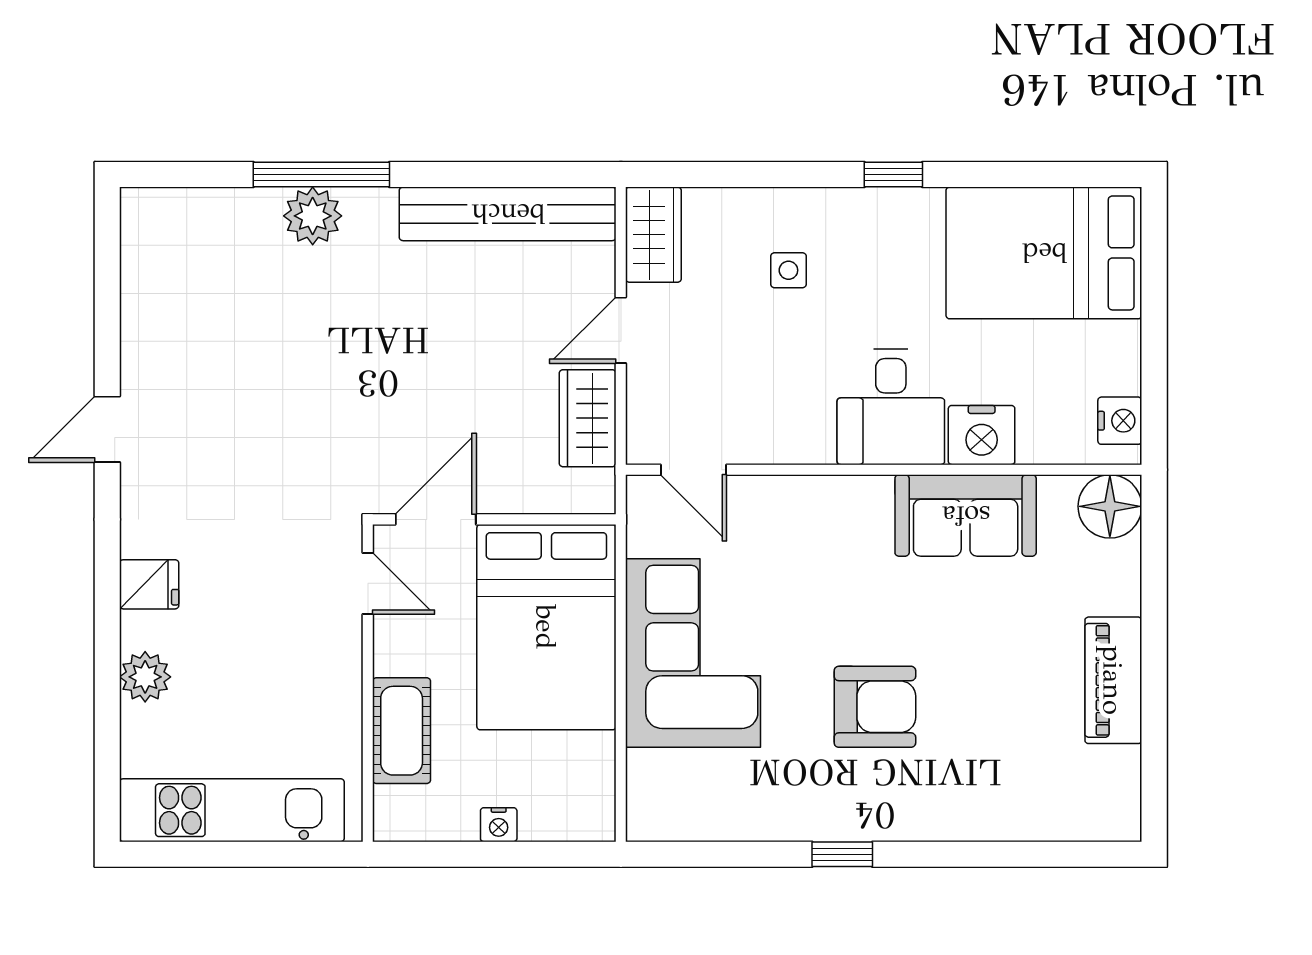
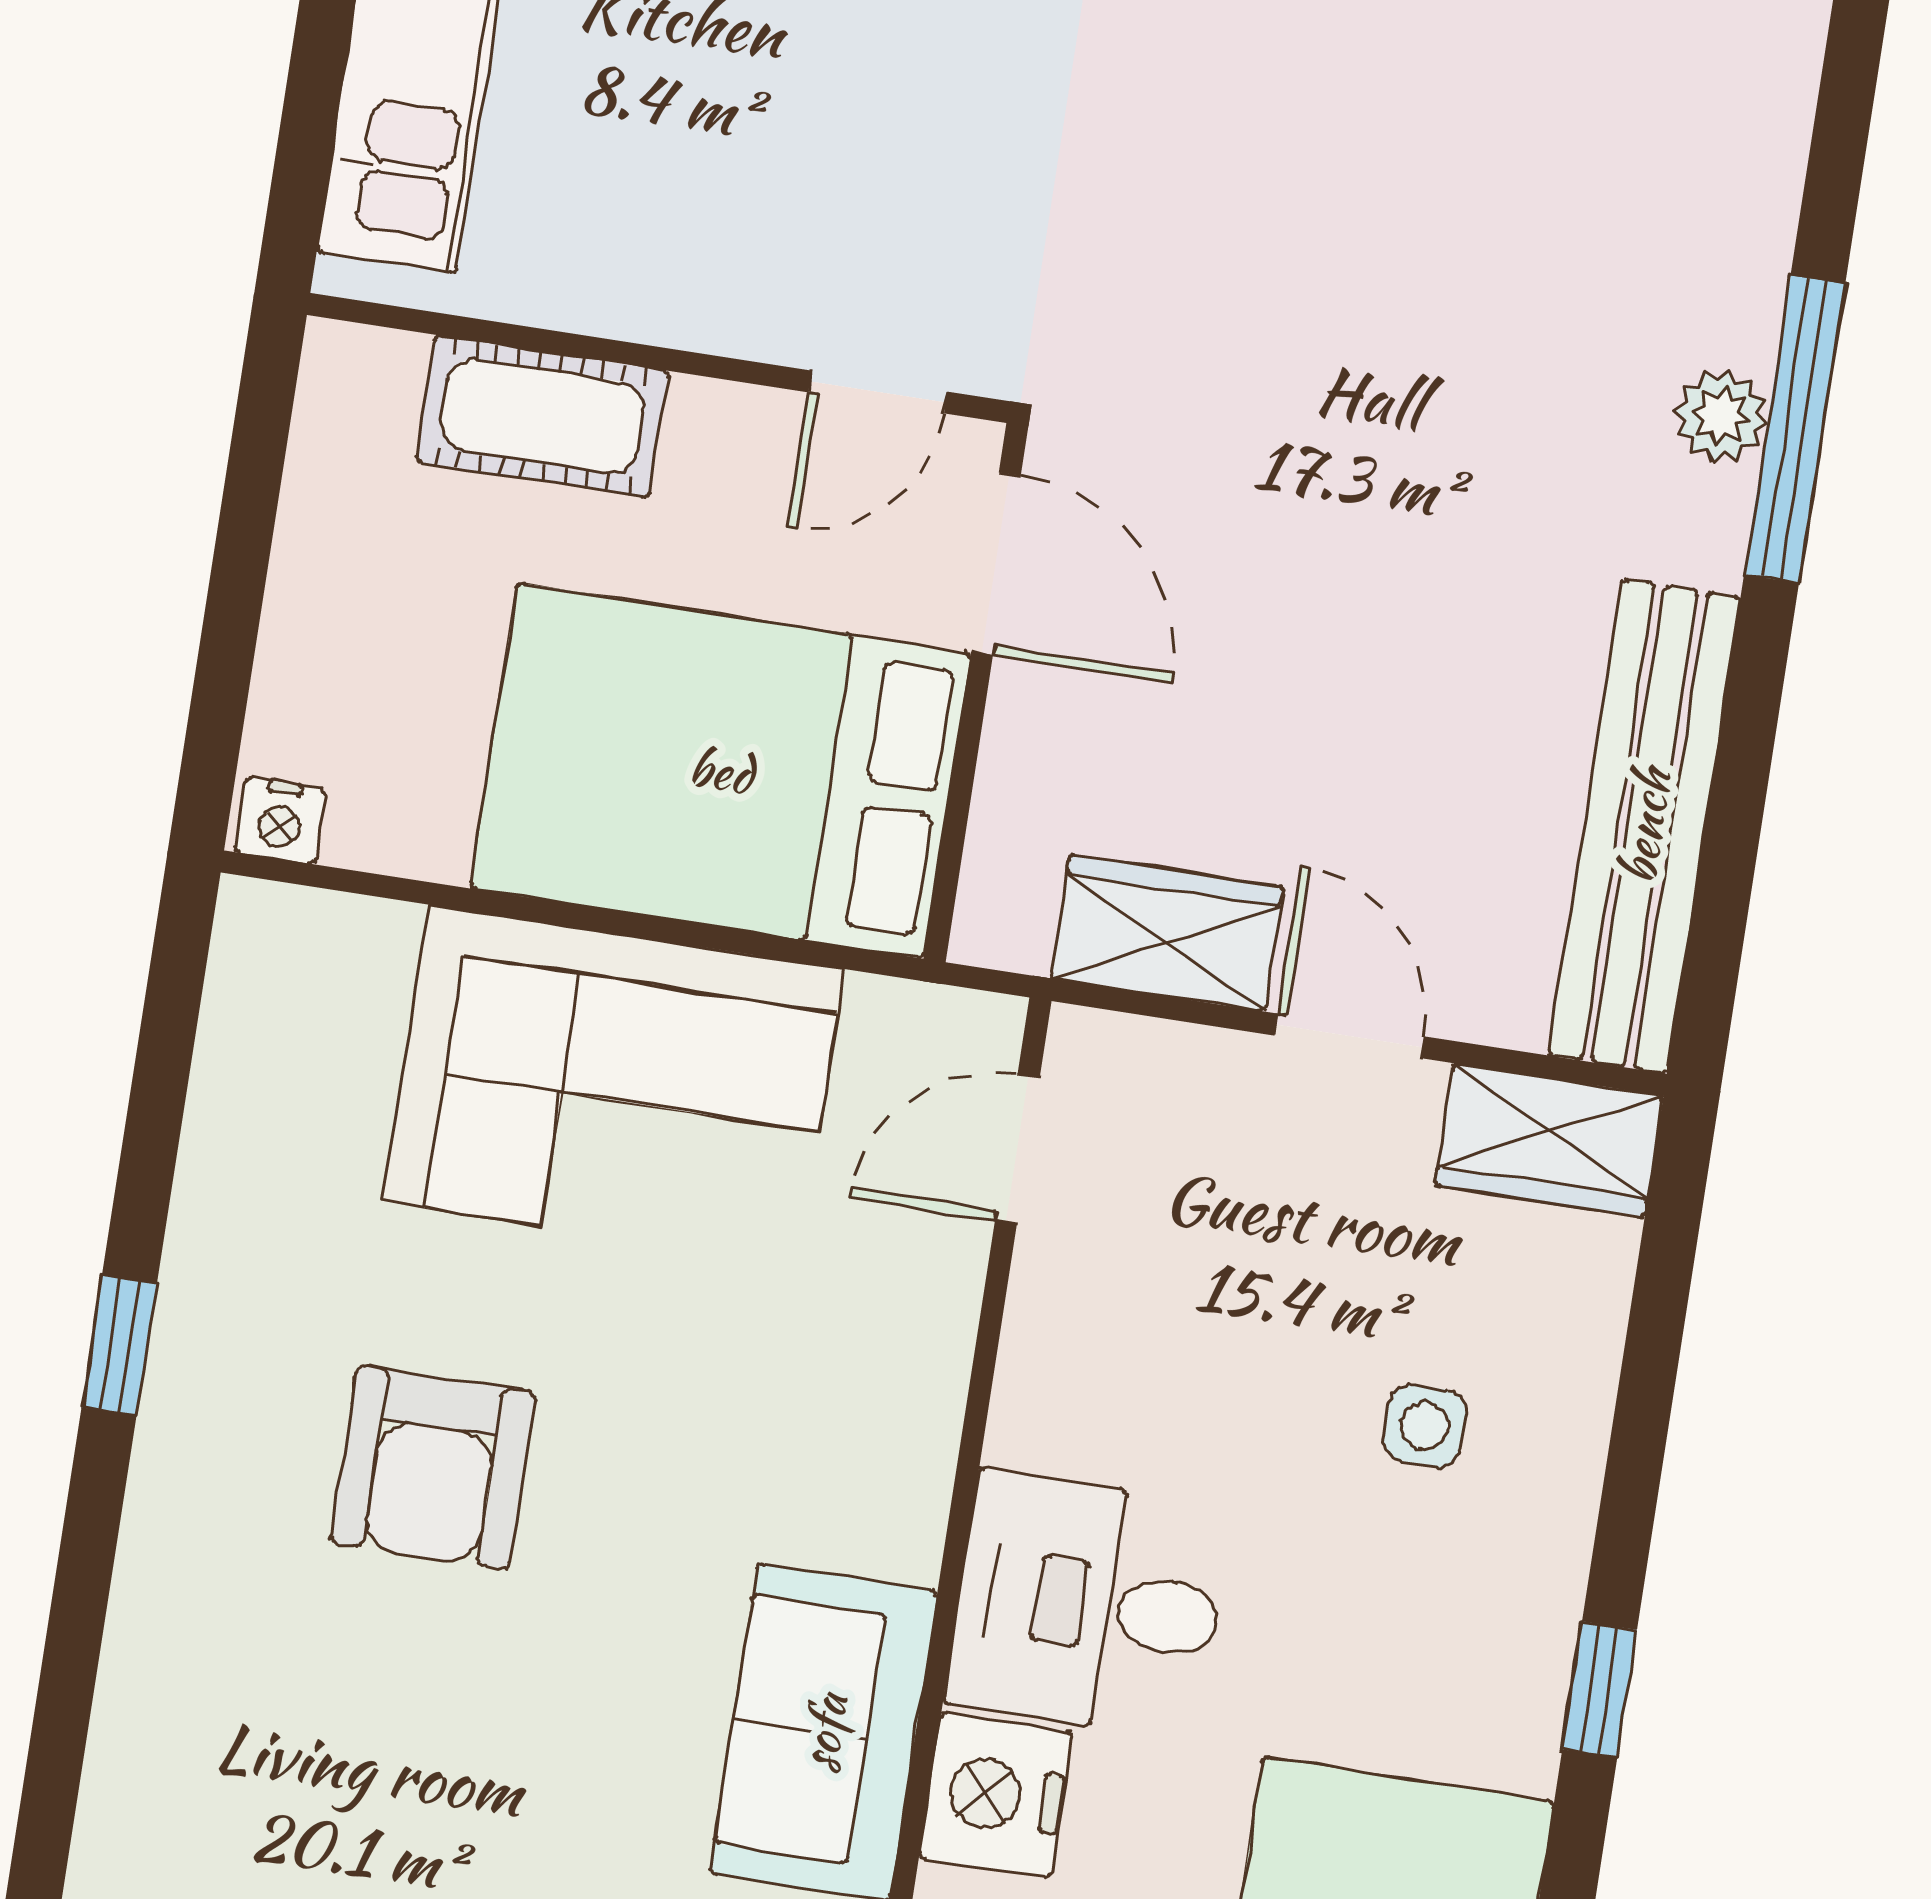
plant: (313, 216) -> (1721, 416), width x0.73, depth x0.73
nightstand: (499, 825) -> (280, 821), moved, turned -90

